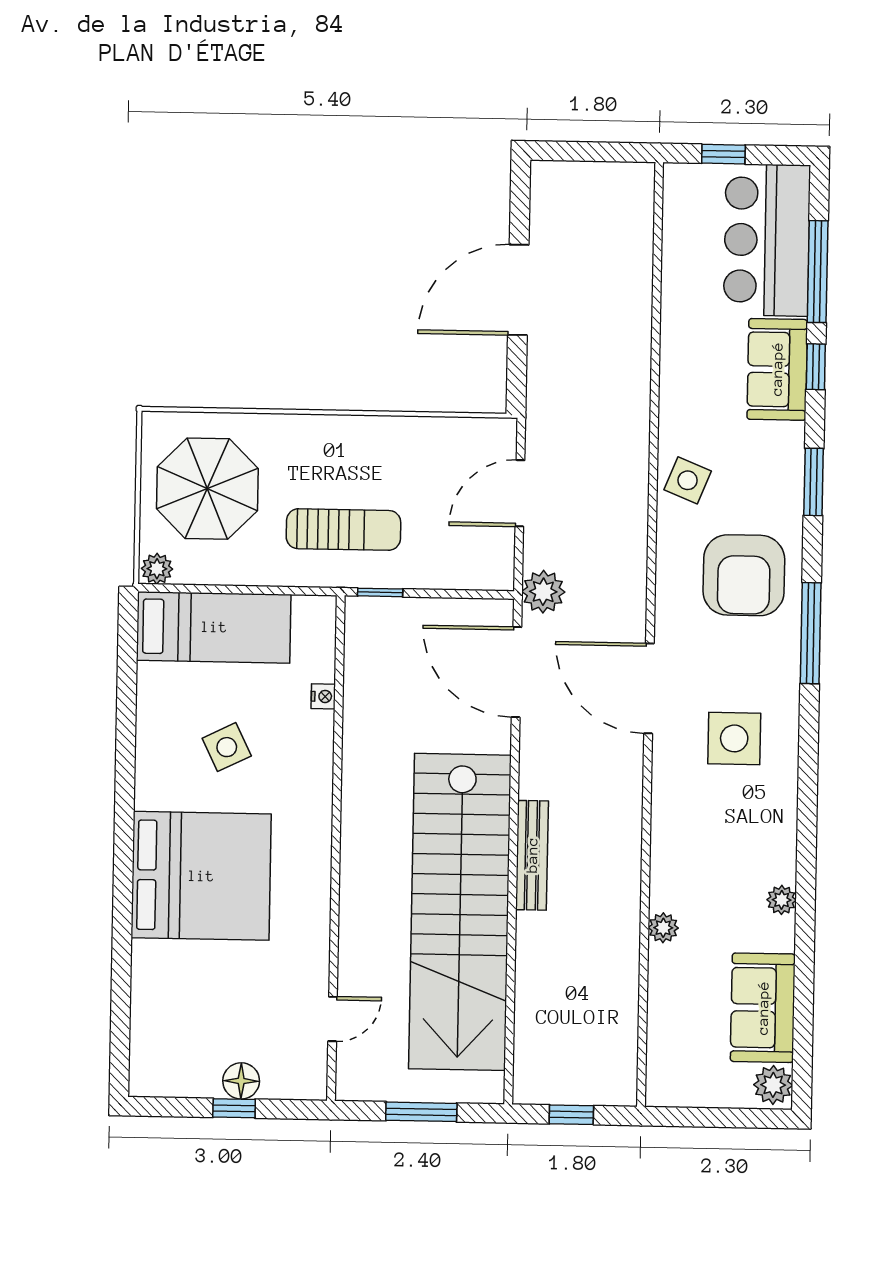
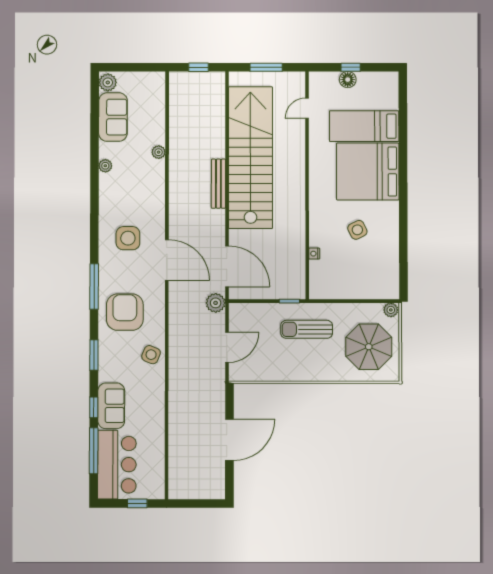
bed: (214, 627) -> (364, 126), moved

